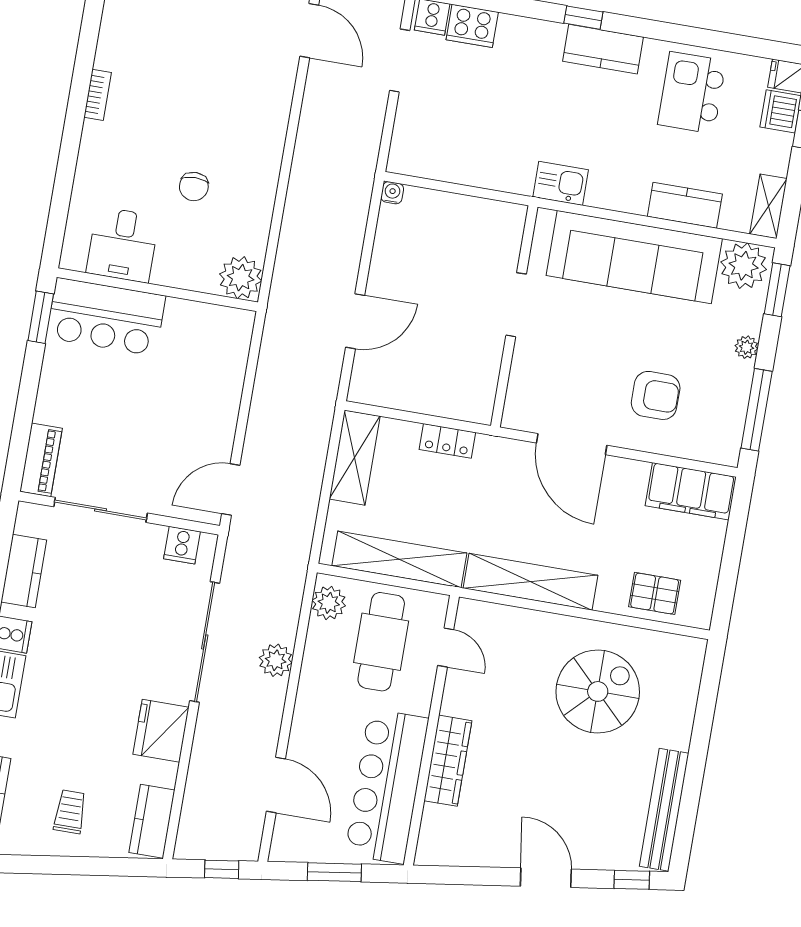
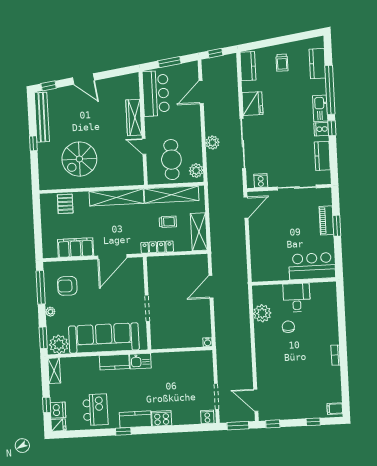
window: (583, 18) -> (123, 431), moved
cooker: (472, 26) -> (162, 418), moved
kitchen counter: (685, 205) -> (114, 362), moved
desk: (123, 245) -> (297, 298), moved
plant: (241, 278) -> (262, 313), moved
window: (41, 317) -> (337, 226), moved
armchair: (656, 395) -> (67, 286), moved
locker: (447, 441) -> (157, 247), width x1.53
door: (572, 444) -> (112, 257), swing flipped
piano: (41, 460) -> (326, 220), moved
filing cabinet: (691, 491) -> (76, 248), moved
trolley: (423, 497) -> (168, 222), added
pallet: (655, 593) -> (65, 204), turned 90
door: (446, 647) -> (144, 146), moved
window: (698, 753) -> (33, 143), added
door: (276, 785) -> (201, 92), hinge flipped
bar counter: (387, 786) -> (156, 93), width x0.73

